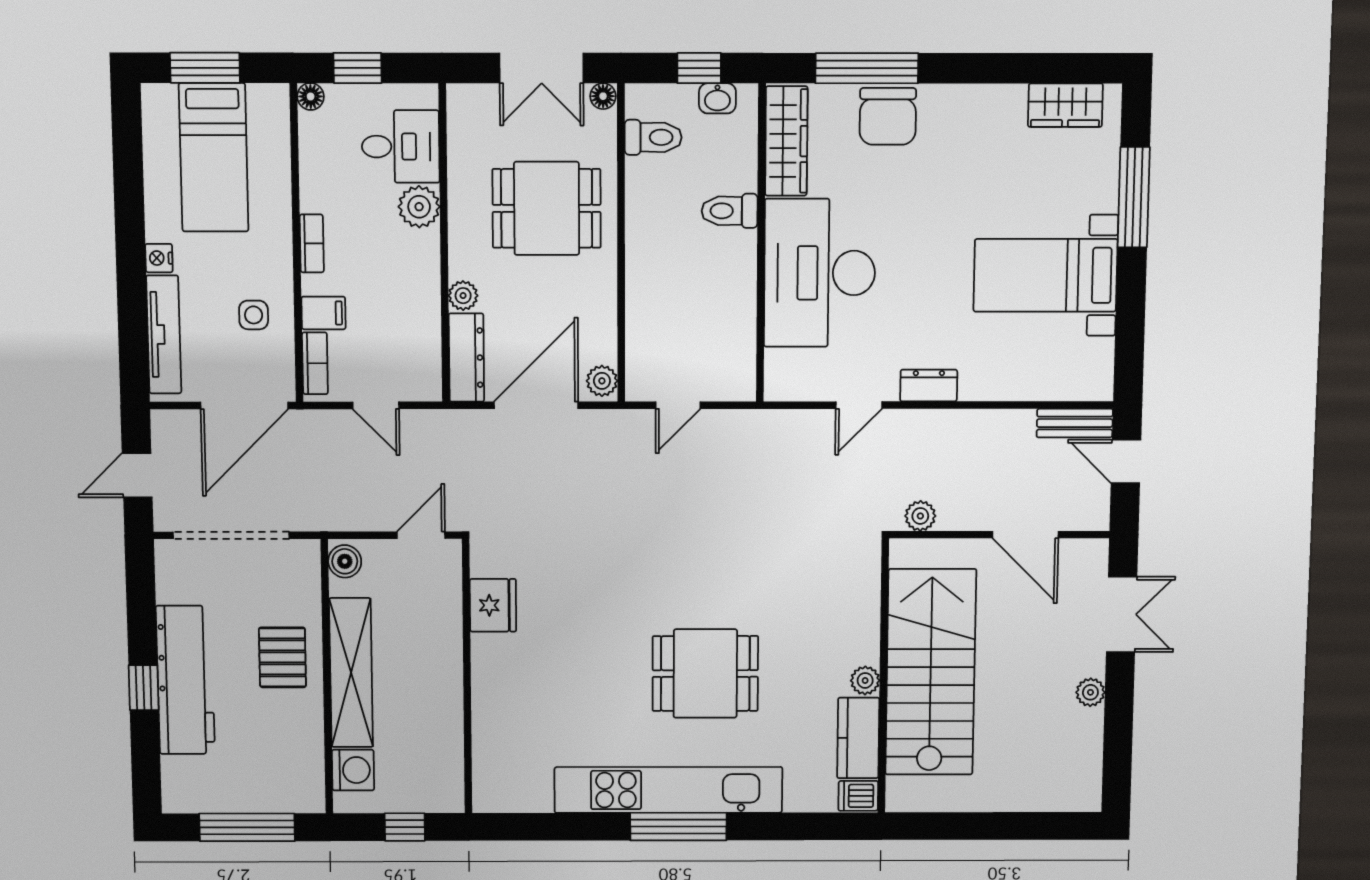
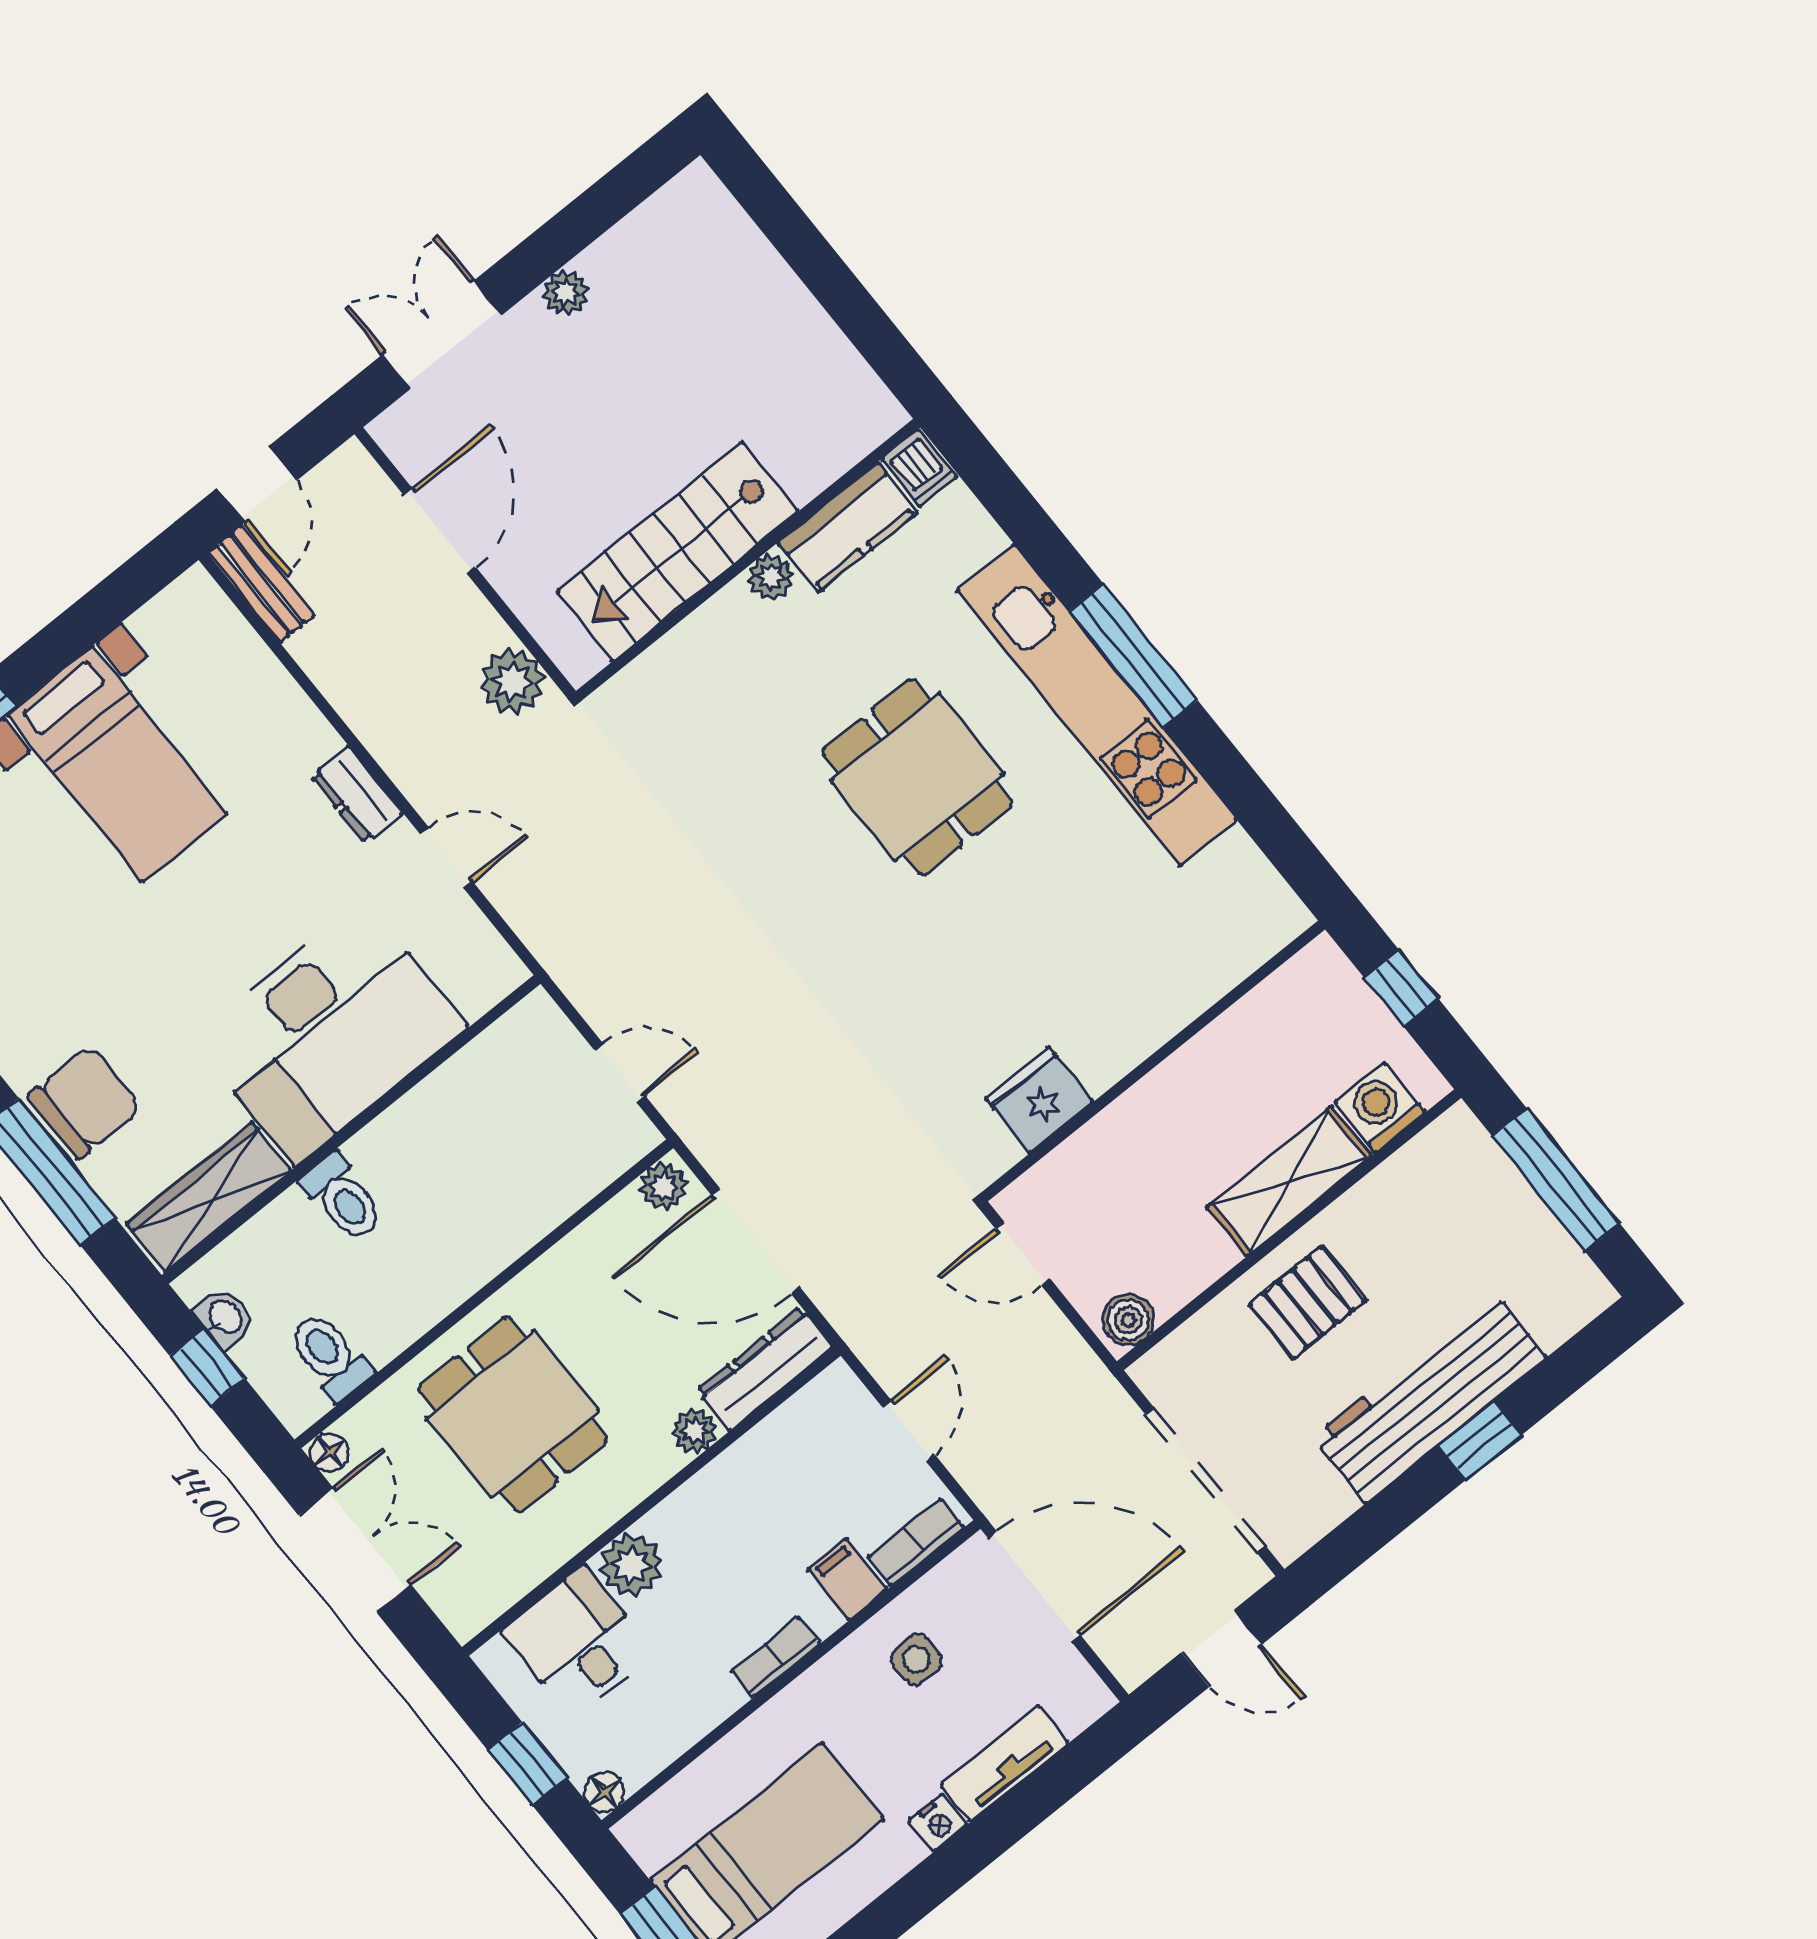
tv unit: (164, 334) -> (1005, 1764), width x0.71
plant: (920, 516) -> (512, 681), width x1.38, depth x1.38
stairs: (931, 672) -> (677, 551), width x0.73, depth x0.66
shelving: (351, 673) -> (1289, 1181), width x0.68

